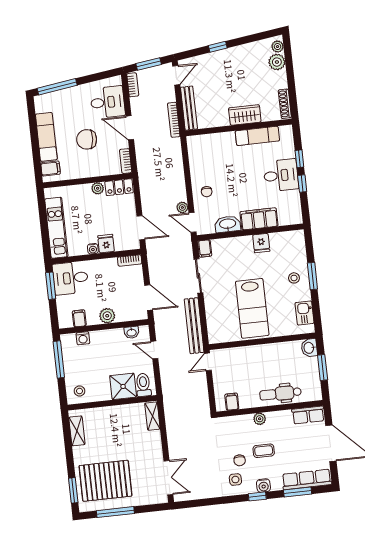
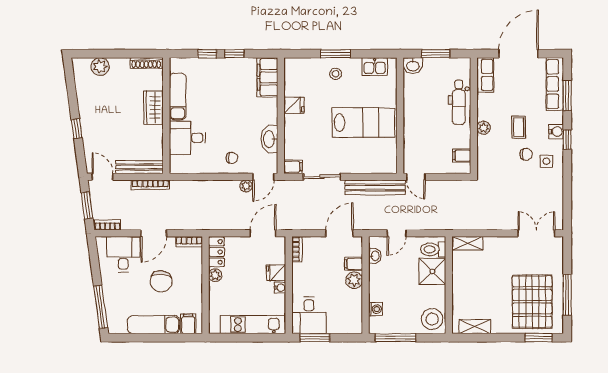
plant: (278, 47) -> (83, 64), removed
desk: (281, 175) -> (188, 138), moved, turned -90
filing cabinet: (259, 219) -> (267, 77), moved
filing cabinet: (79, 318) -> (354, 264), moved
stool: (80, 391) -> (432, 319), width x1.89, depth x1.89

